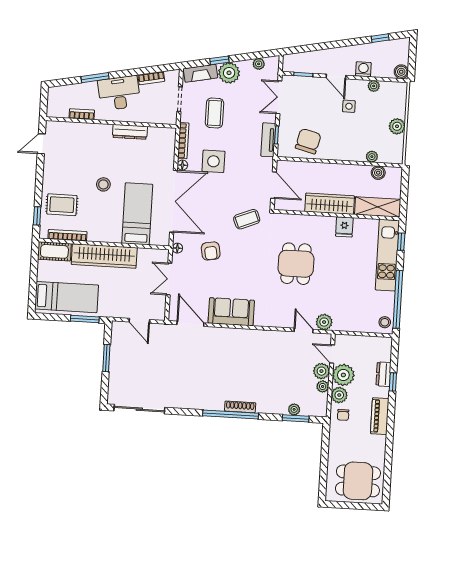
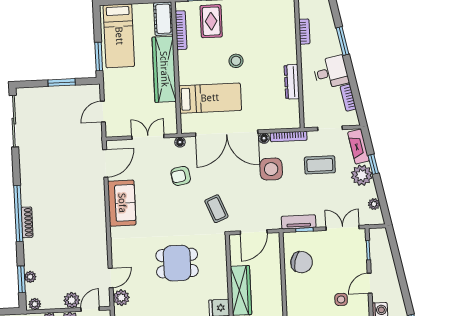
desk: (119, 93) -> (331, 72), width x0.73
plant: (323, 386) -> (35, 304), moved

